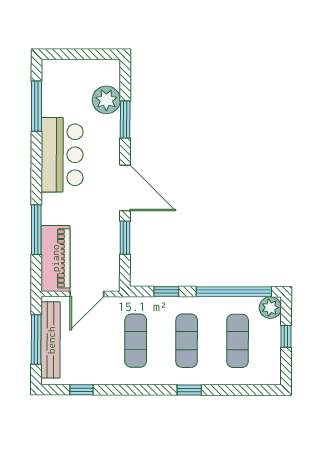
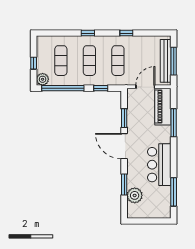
window: (82, 390) -> (126, 33), moved

